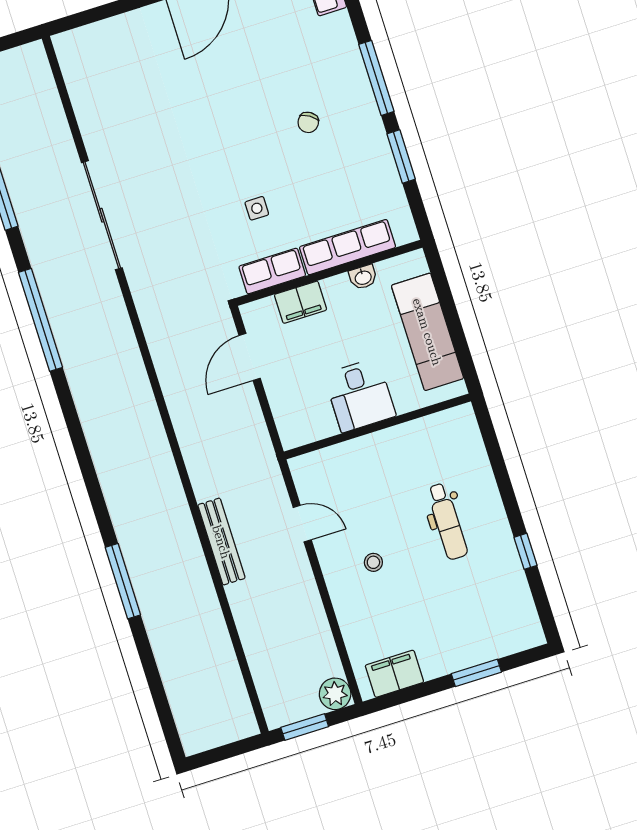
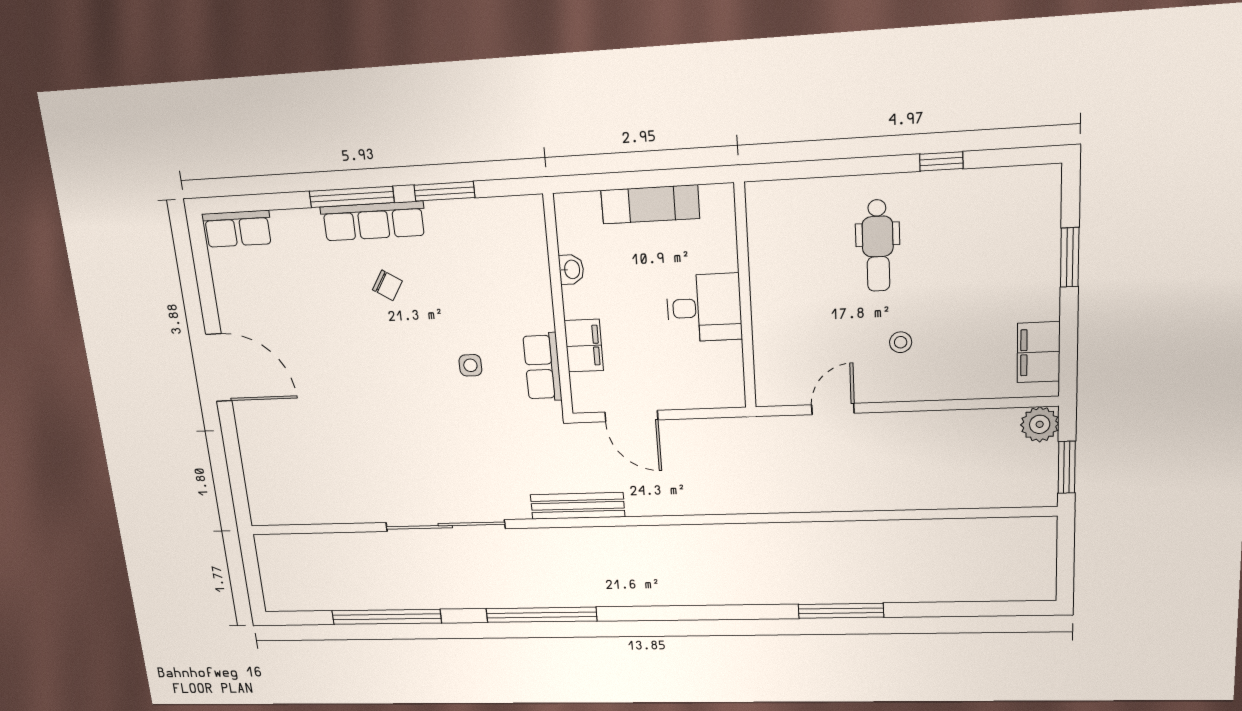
row of seats: (348, 247) -> (373, 221), moved, turned -90
exam couch: (427, 332) -> (650, 204), width x0.73, depth x0.69
dental chair: (447, 521) -> (878, 246), turned 90
bench: (221, 542) -> (578, 506), moved

